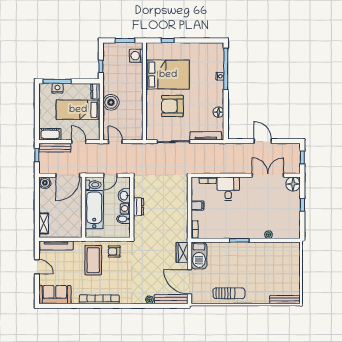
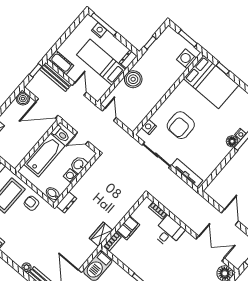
bed: (168, 75) -> (211, 82), moved
armchair: (172, 106) -> (181, 125), turned -90
floor lamp: (218, 112) -> (232, 141), moved
nightstand: (151, 127) -> (149, 127), added
filing cabinet: (197, 206) -> (128, 228), width x2.00
dresser: (138, 207) -> (67, 202), moved
bidet: (123, 219) -> (53, 194), moved
wardrobe: (182, 252) -> (101, 234), moved

